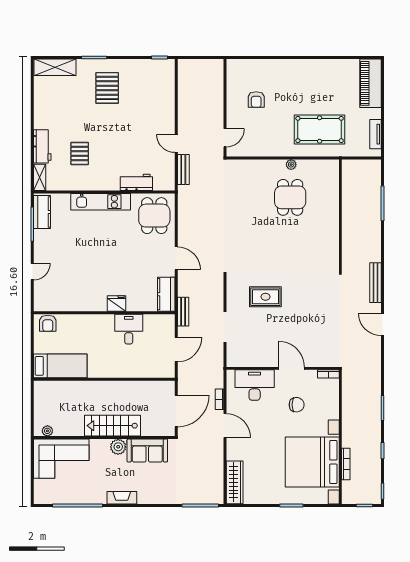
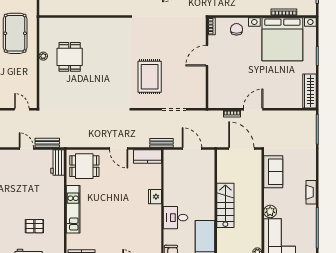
door: (176, 143) -> (26, 149), swing flipped
workbench: (136, 182) -> (58, 163), moved
dining table: (290, 197) -> (70, 57), turned 90
door: (176, 258) -> (119, 149), swing flipped
rug: (265, 297) -> (150, 77), width x1.36, depth x1.43
desk: (129, 329) -> (176, 218), moved
desk: (255, 385) -> (221, 86), removed
chair: (297, 405) -> (237, 29), moved
stairs: (112, 426) -> (225, 205), moved, turned 180
plant: (118, 447) -> (270, 211), moved
wardrobe: (235, 482) -> (310, 91), moved, turned -90

